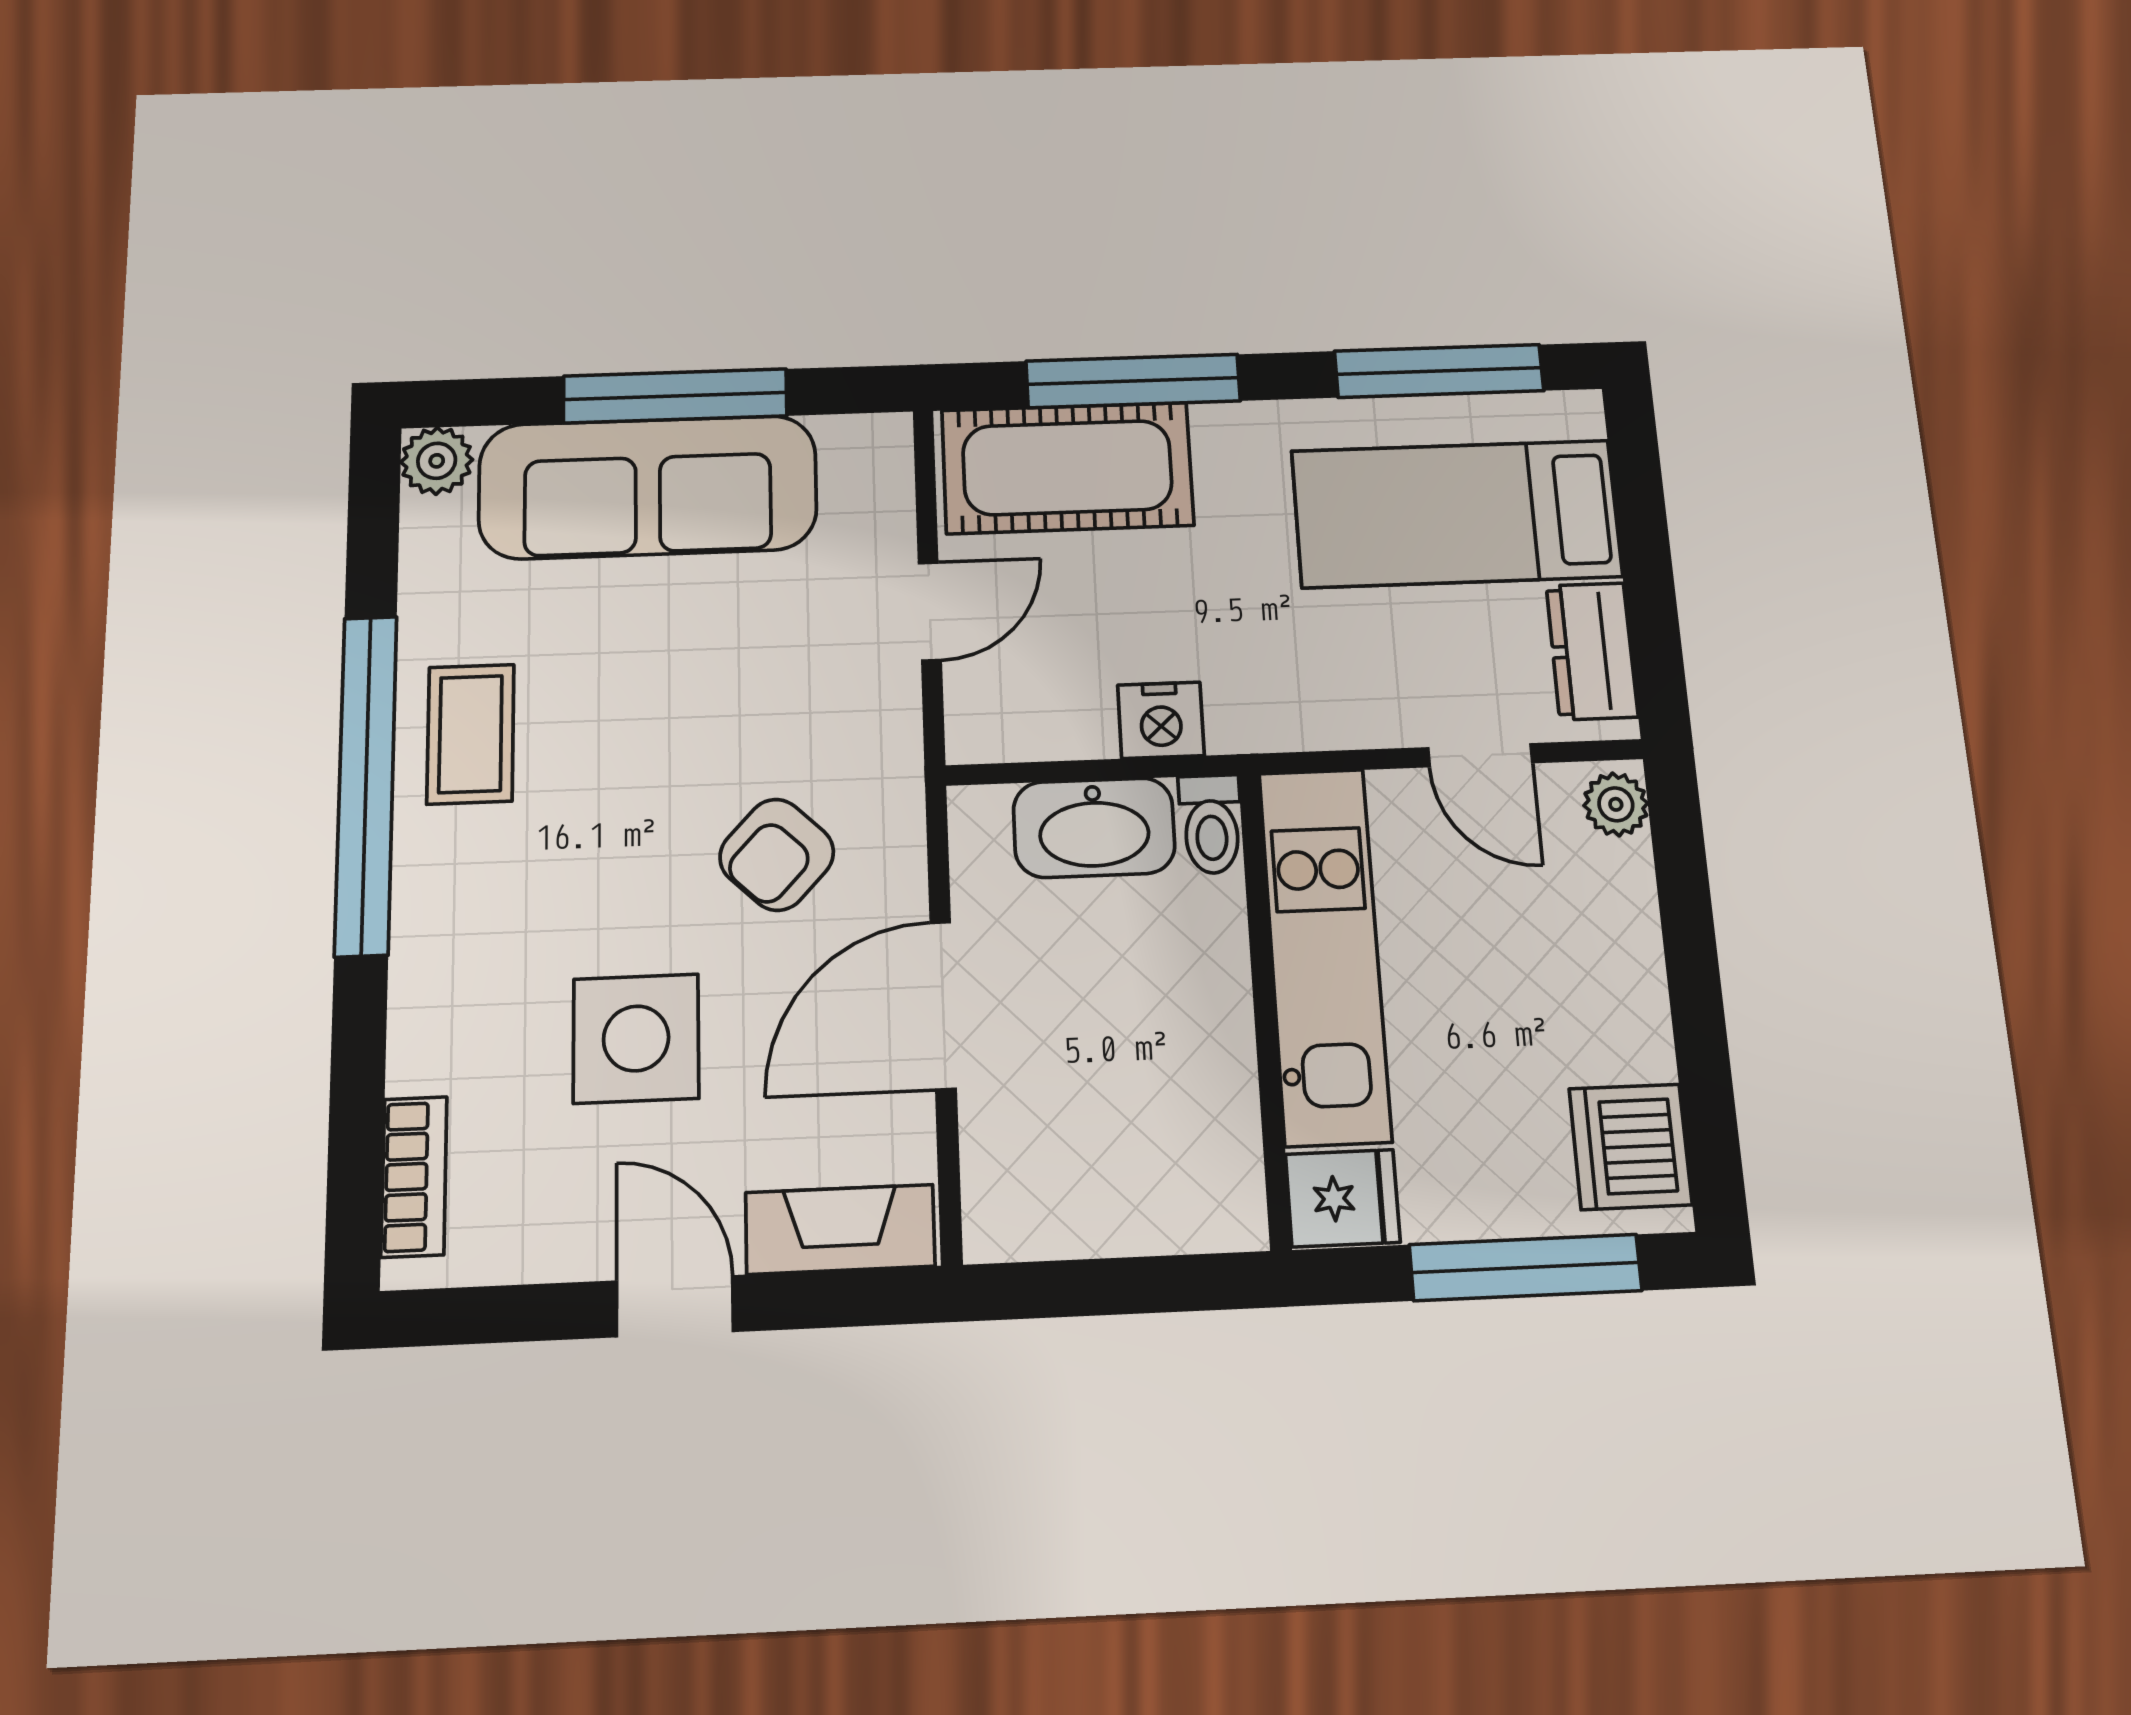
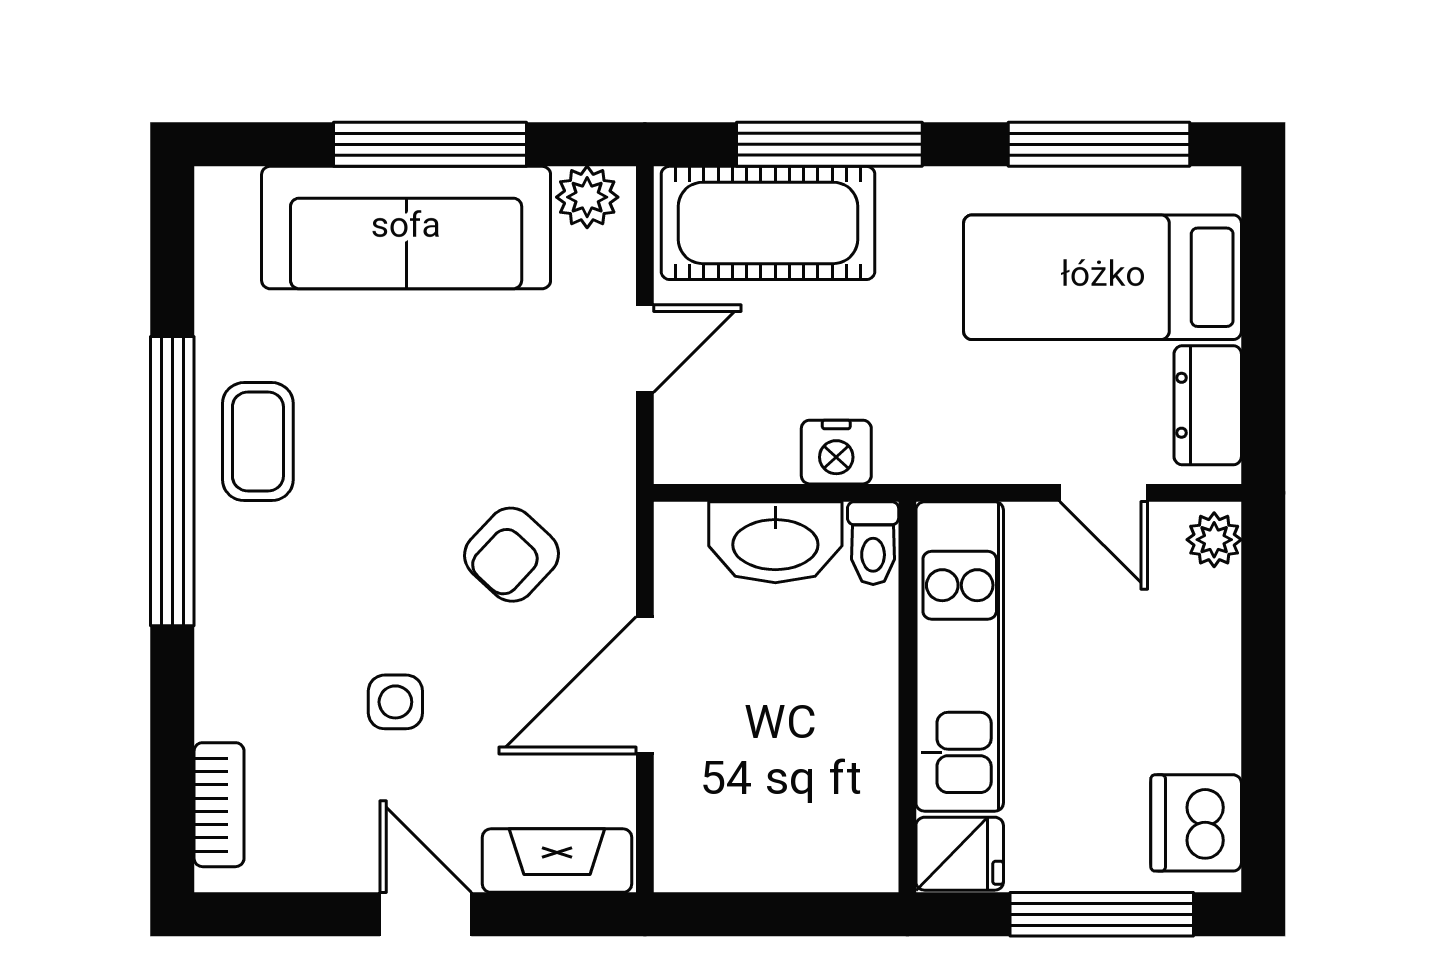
plant: (437, 461) -> (587, 197), moved
side table: (636, 1039) -> (395, 702), width x0.54, depth x0.54

